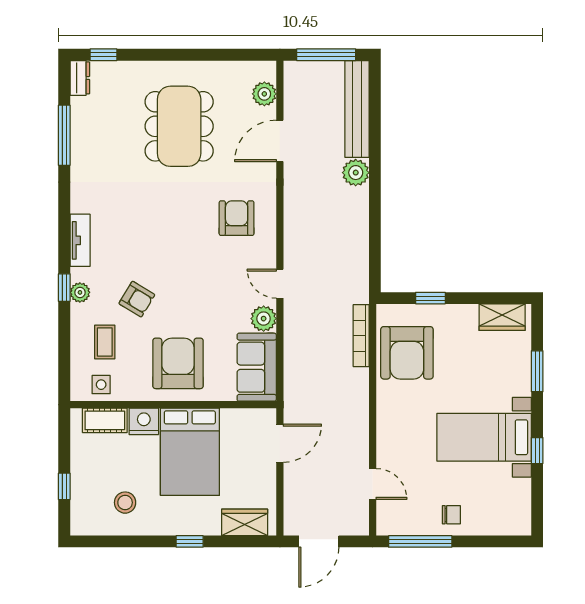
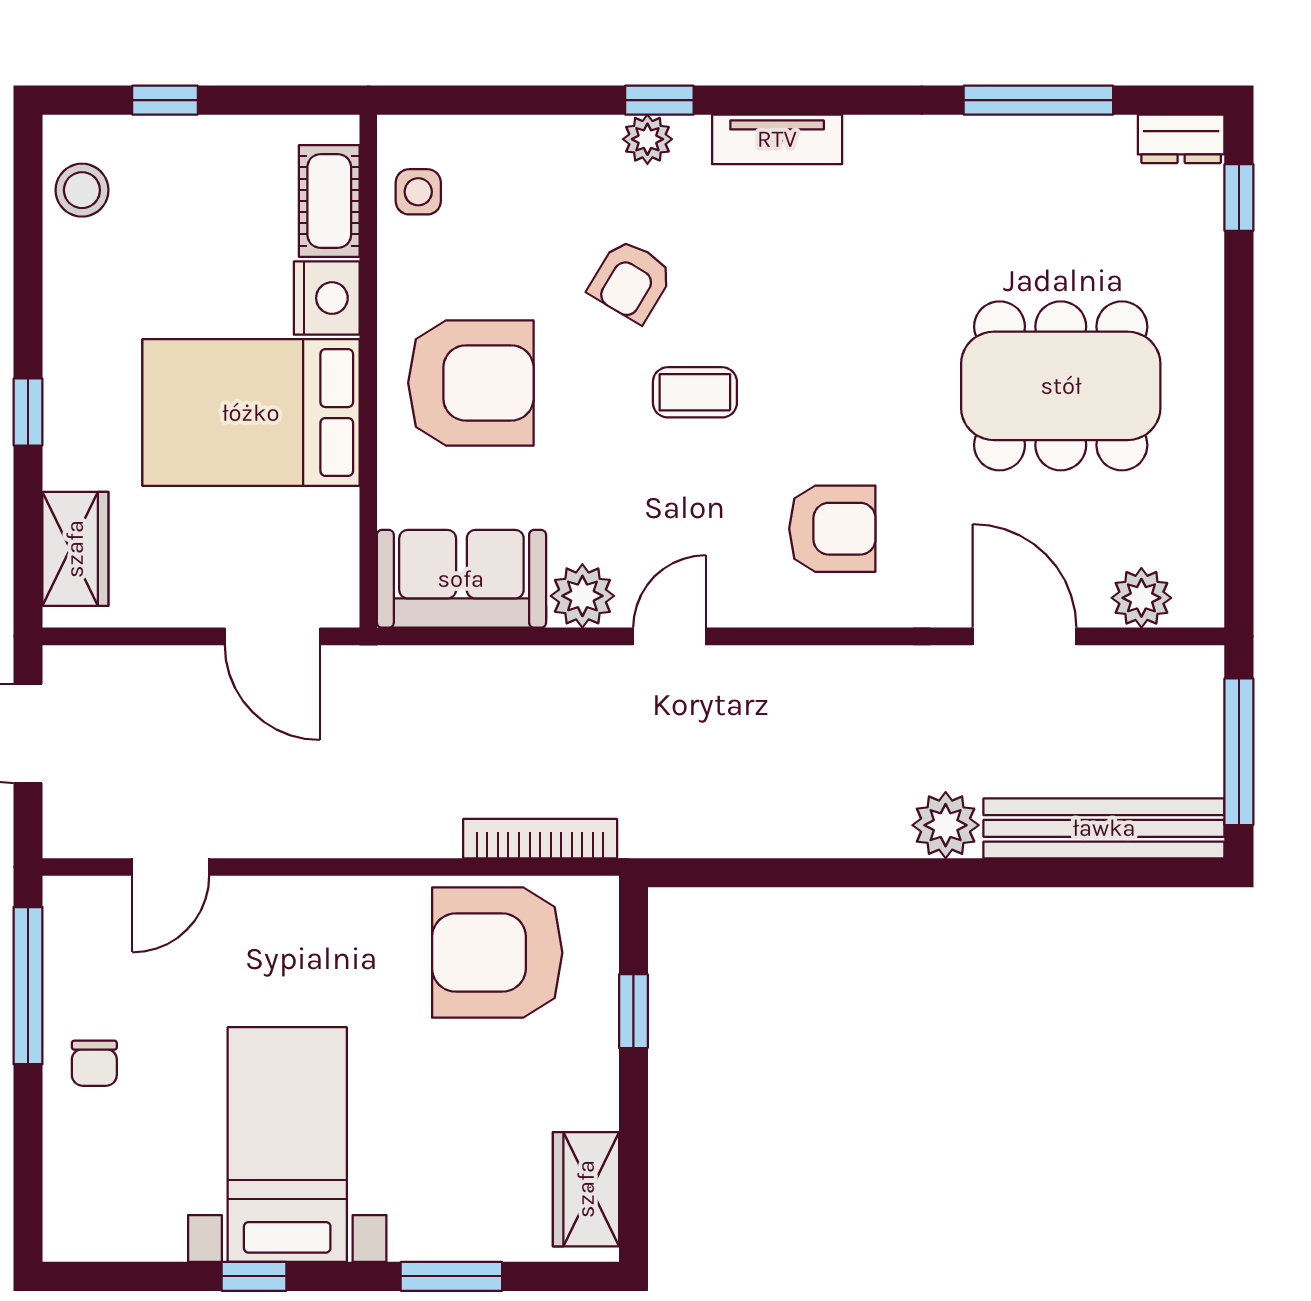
coffee table: (105, 342) -> (695, 392), moved
stool: (125, 503) -> (82, 190), moved

